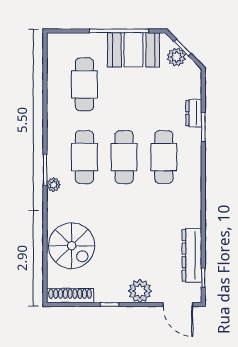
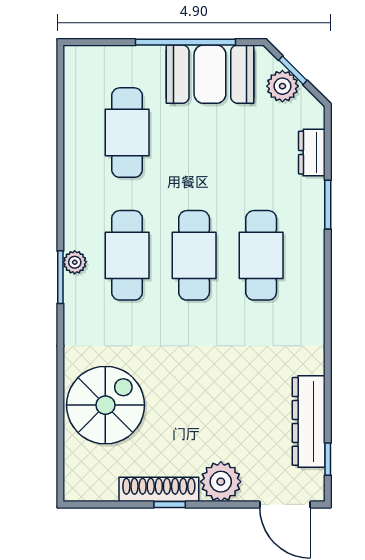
dresser: (194, 113) -> (312, 153), moved
plant: (53, 185) -> (75, 262), moved
spiral stairs: (72, 246) -> (105, 405), turned -90
shoe rack: (70, 296) -> (159, 489), moved

